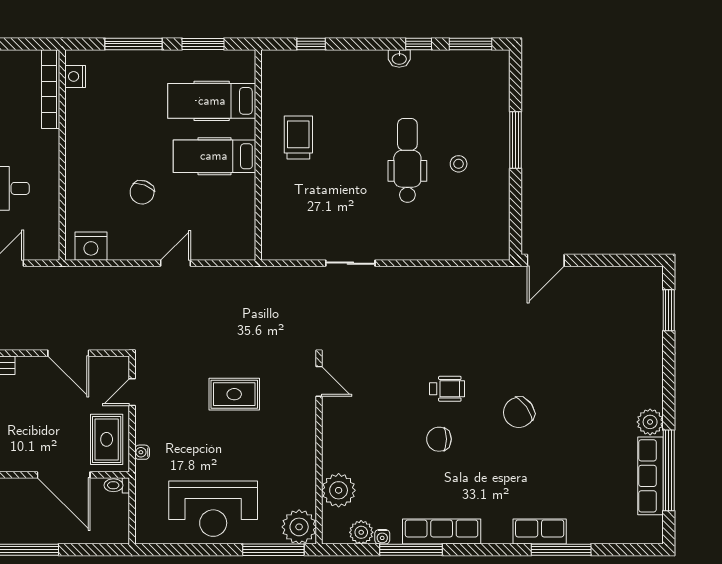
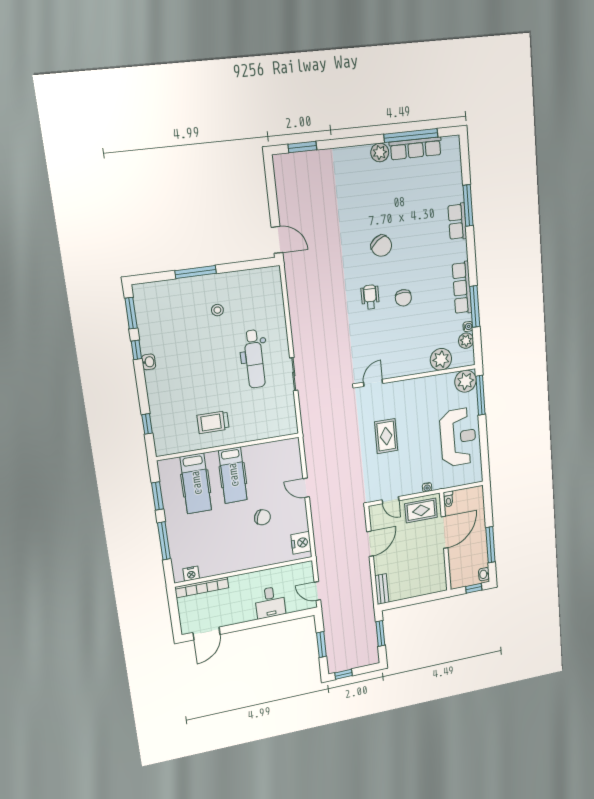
dental chair: (407, 160) -> (254, 359), moved, turned -90

